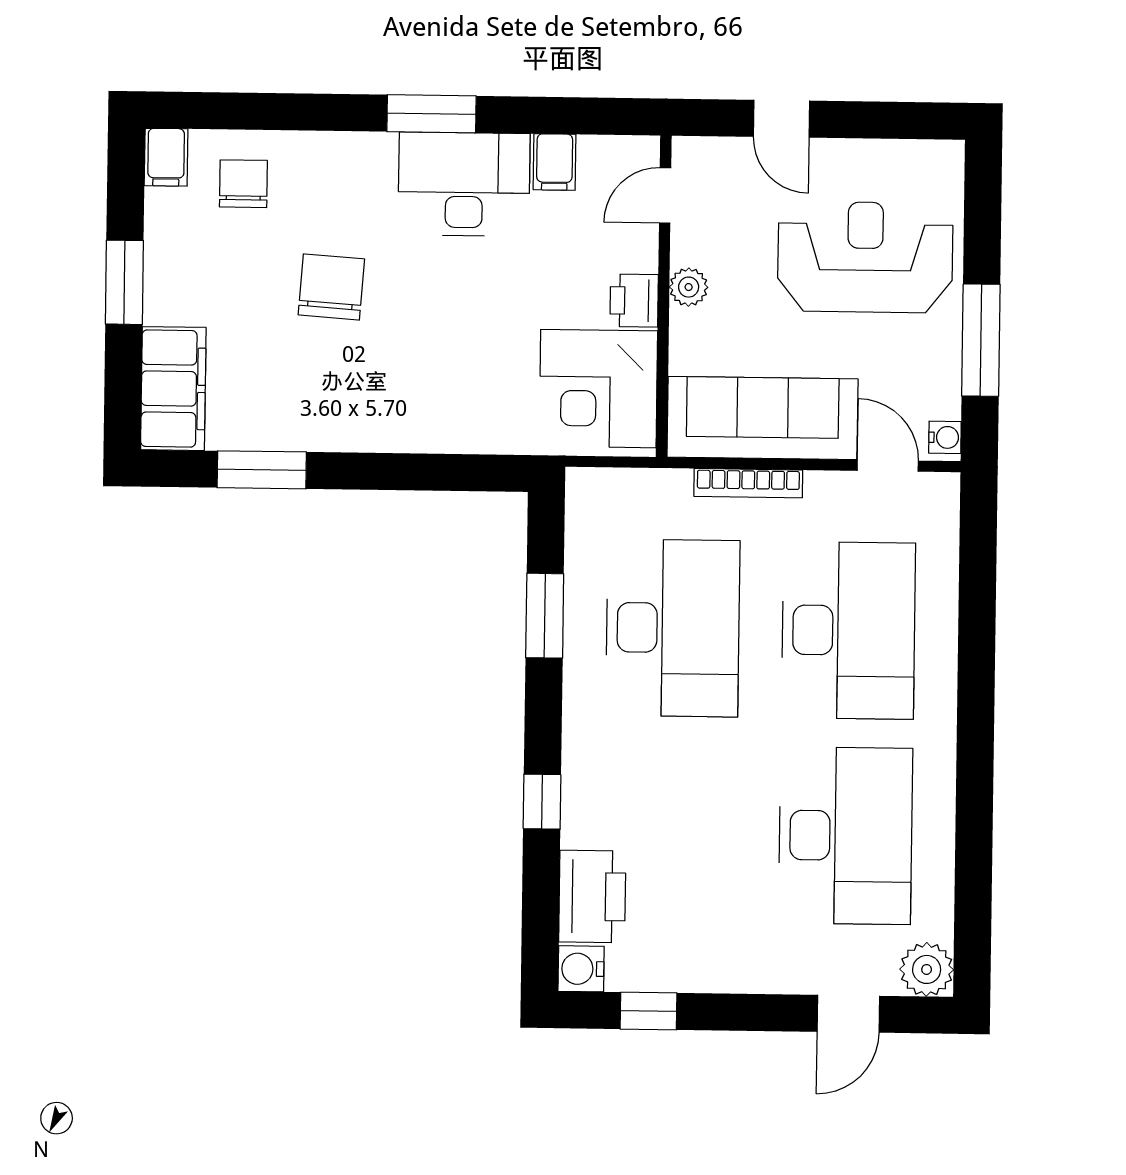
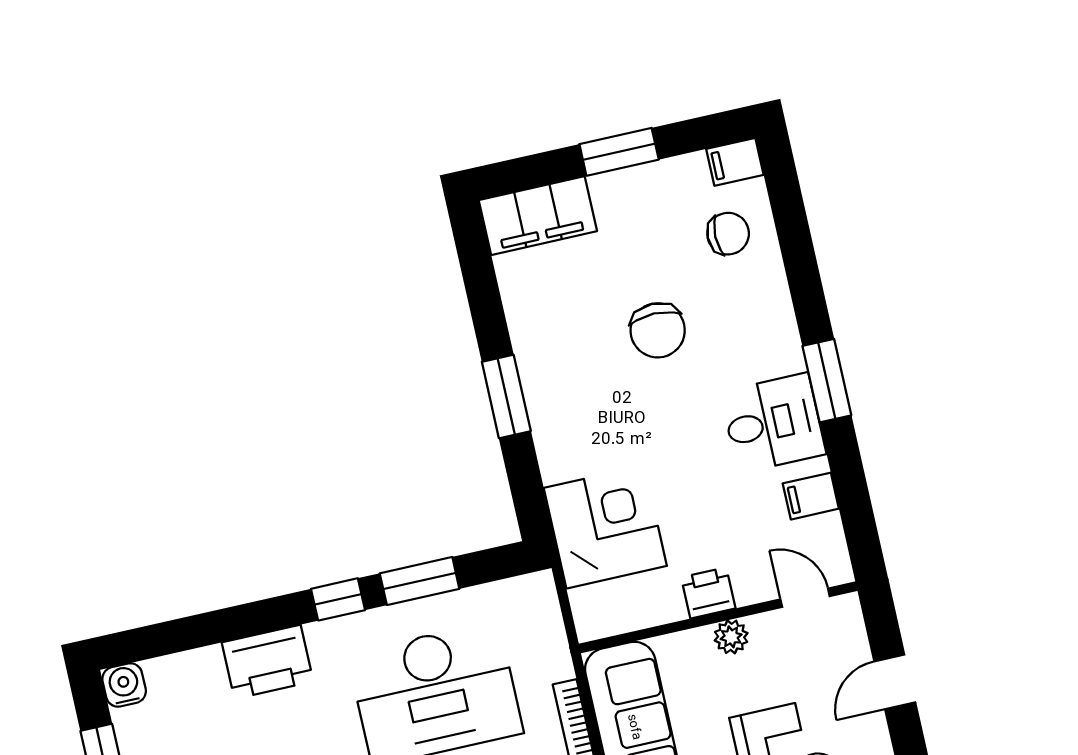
desk: (464, 184) -> (773, 423), width x0.73
chair: (331, 287) -> (658, 330), turned 86
corner desk: (598, 389) -> (605, 527), moved, turned 90
window: (262, 470) -> (506, 396), moved
window: (542, 802) -> (338, 599), moved
printer: (592, 897) -> (267, 662), moved

